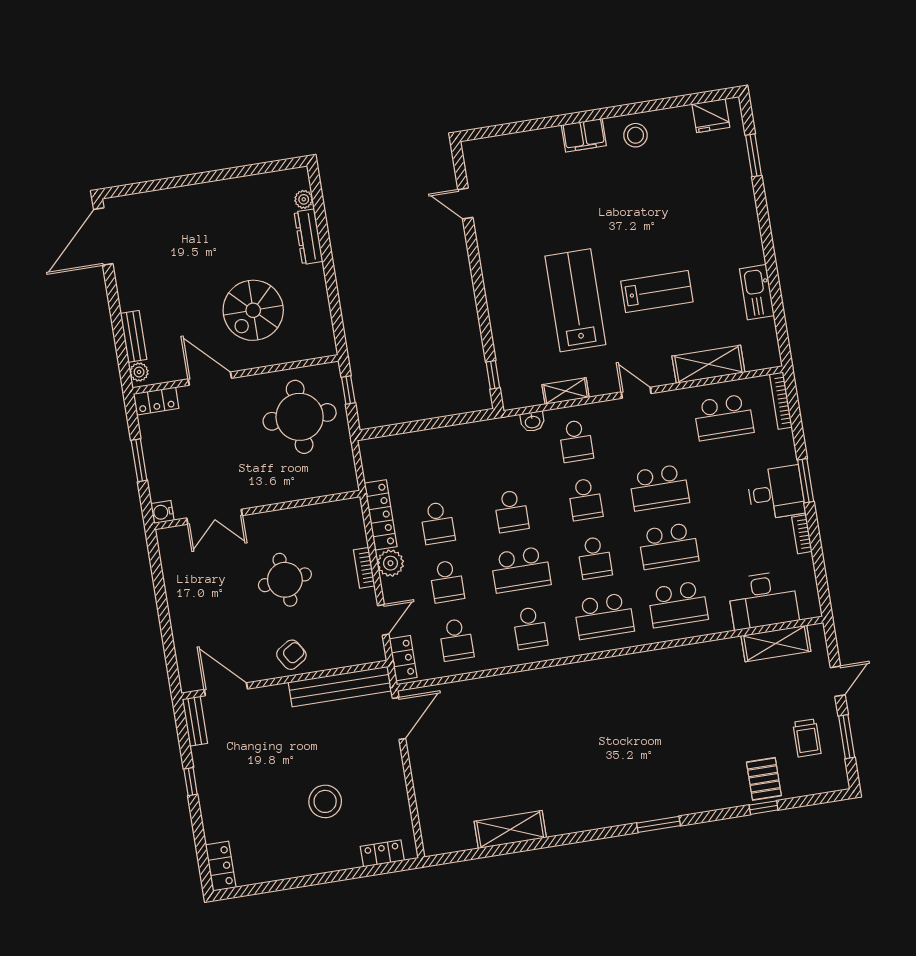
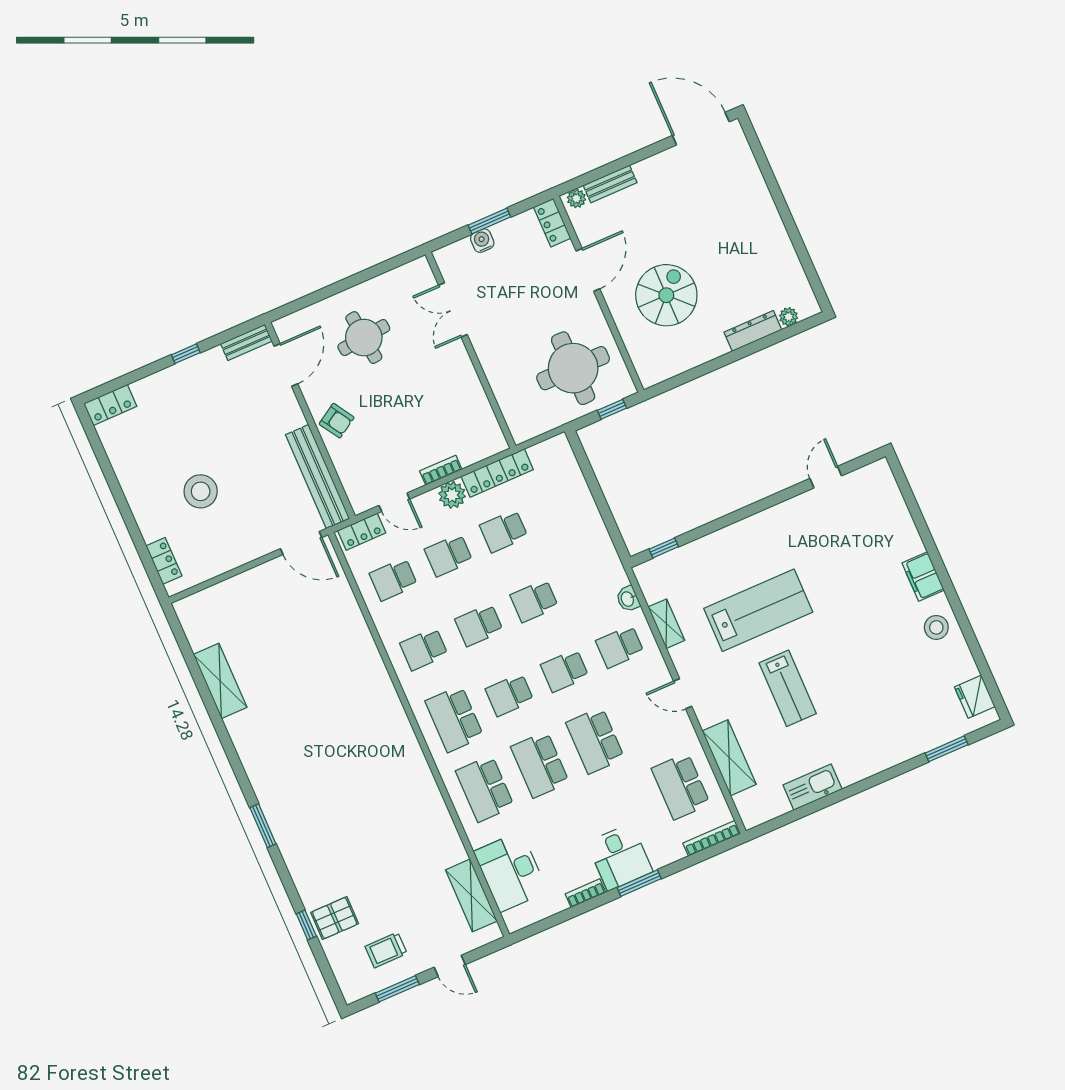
spiral stairs: (253, 310) -> (666, 295), turned 90
door: (636, 393) -> (683, 694), swing flipped
water cooler: (162, 512) -> (482, 241), moved
school desk: (521, 570) -> (479, 625), width x0.54
round table: (285, 580) -> (364, 338), moved

